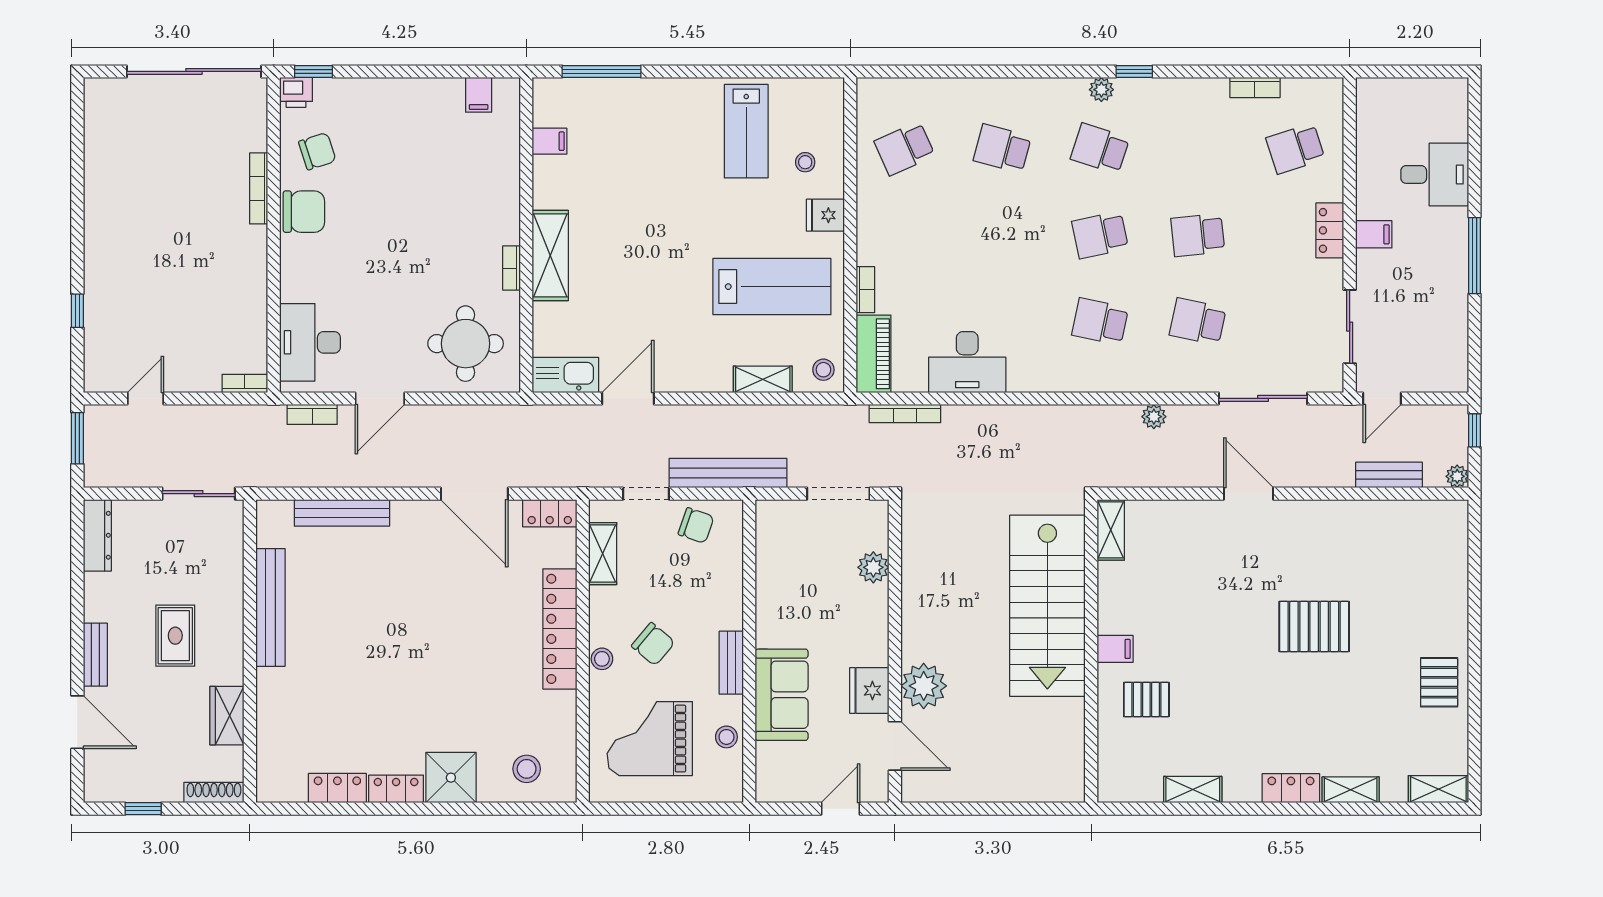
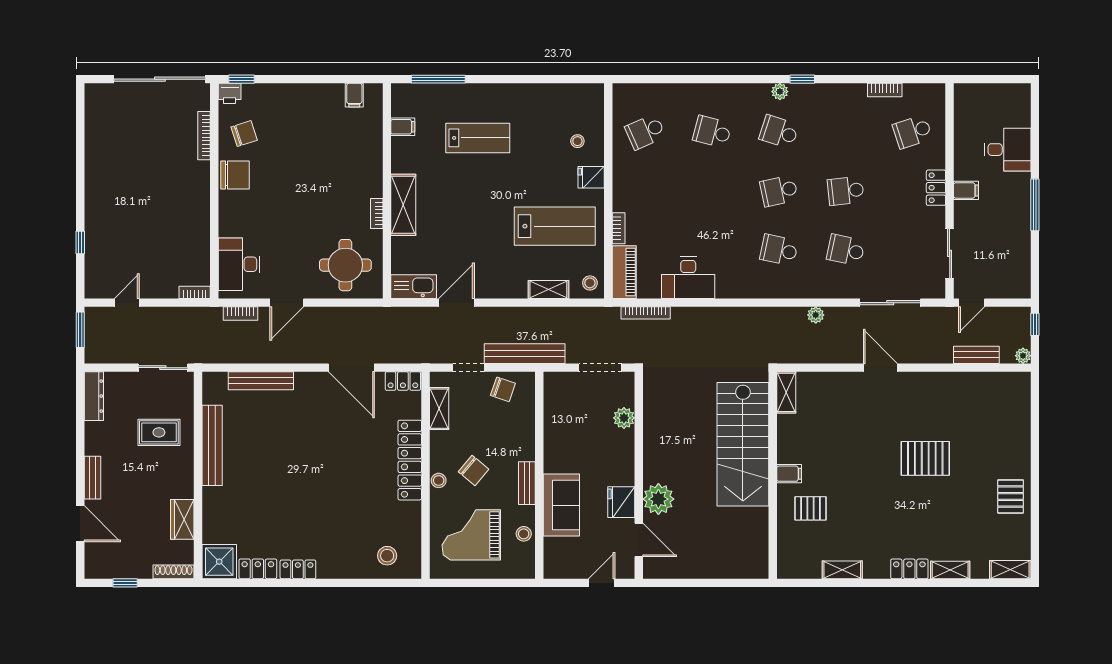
lab bench: (746, 131) -> (478, 138), moved, turned -90
bookcase: (259, 188) -> (204, 136), moved
rug: (175, 636) -> (159, 432), moved, turned 90
shower: (451, 778) -> (219, 562), moved

